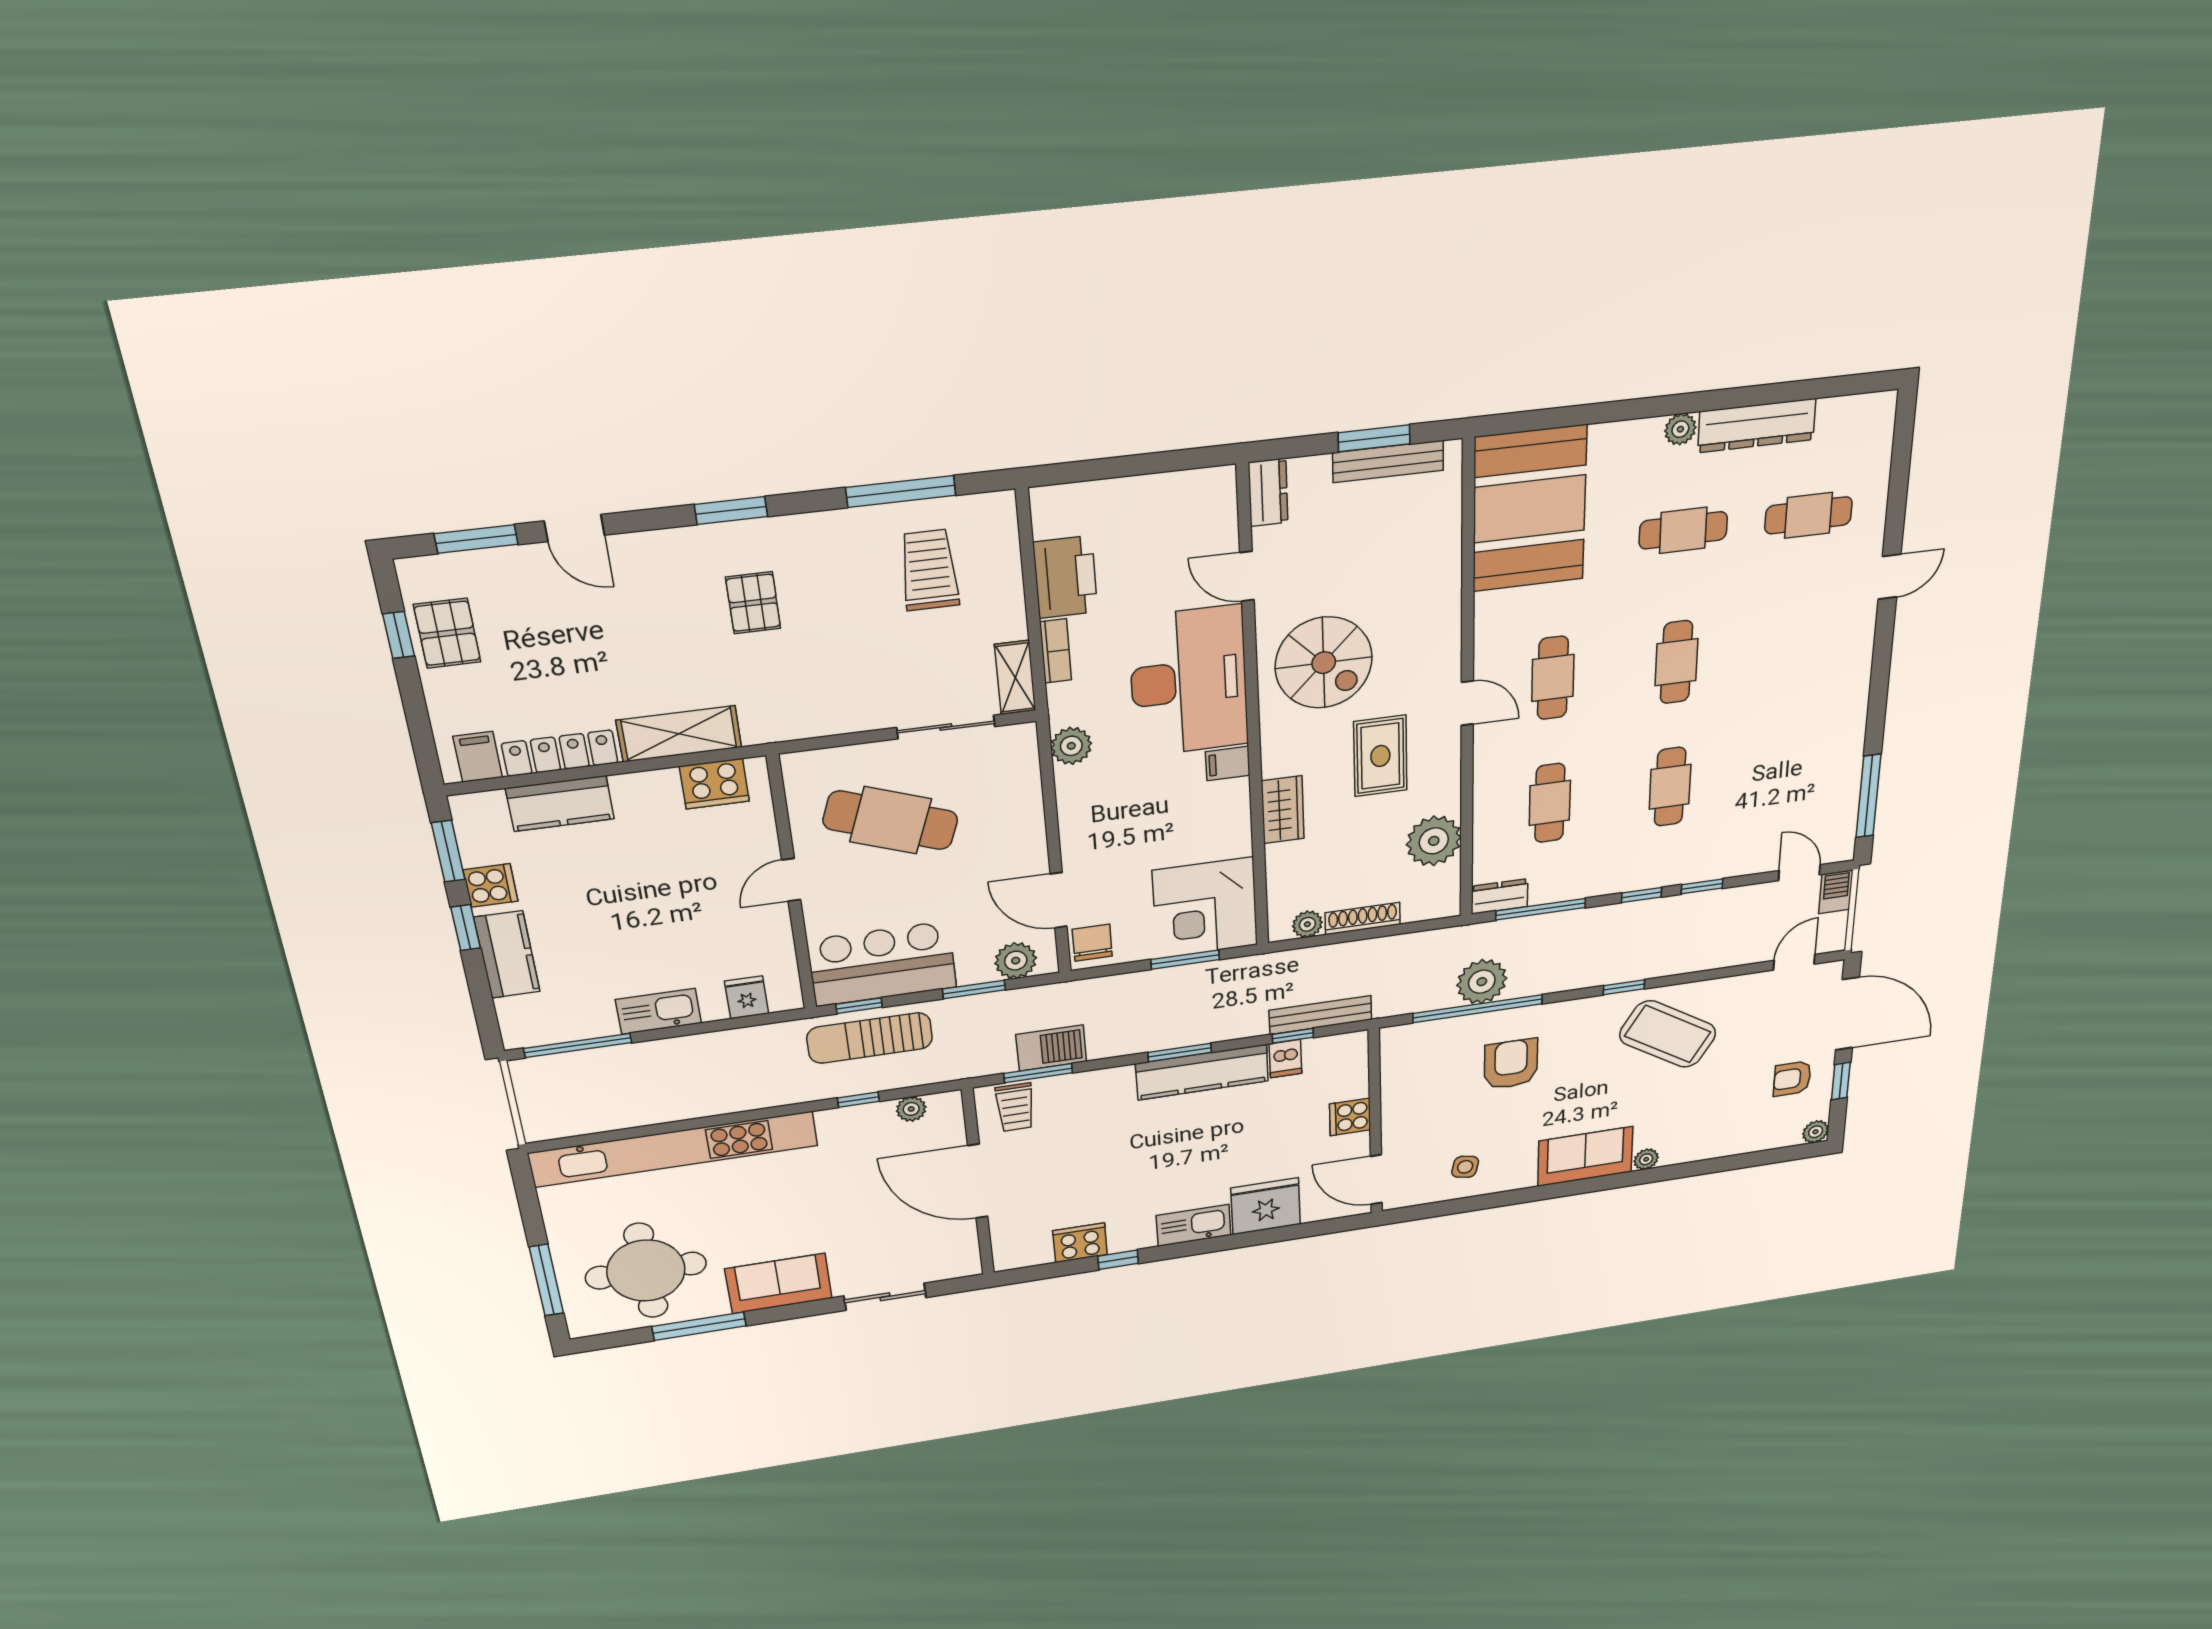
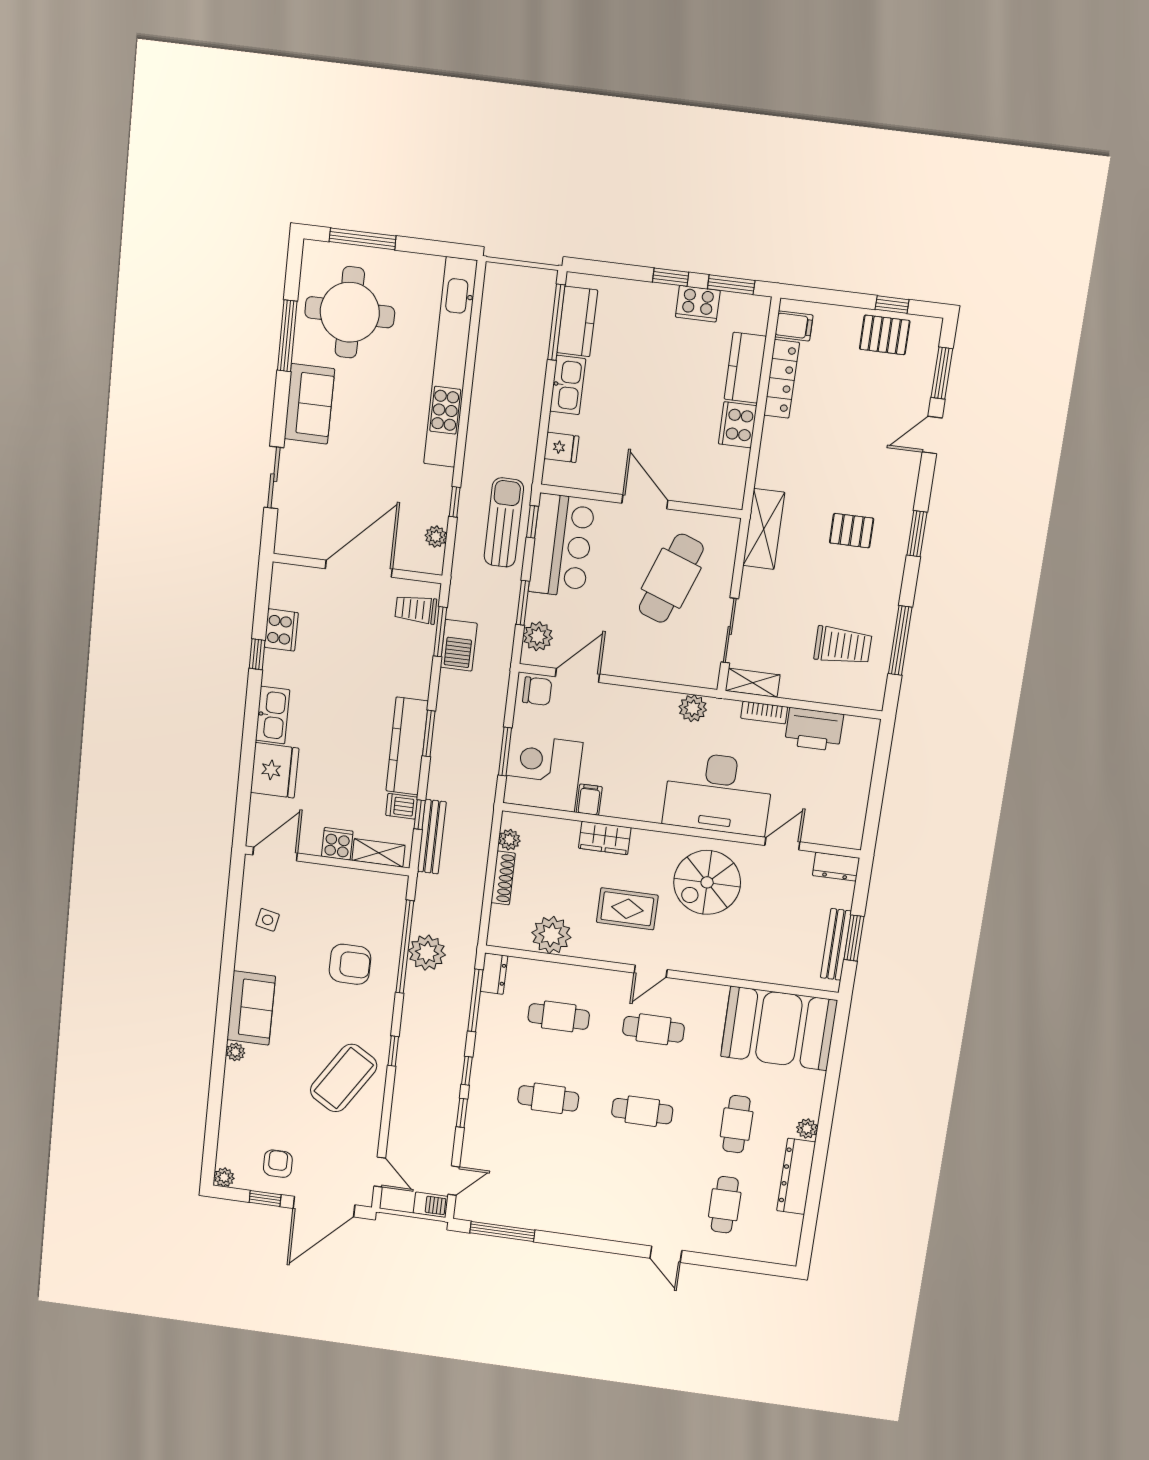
shelving: (679, 734) -> (764, 529), moved
filing cabinet: (1228, 763) -> (589, 800), moved
cooker: (714, 784) -> (738, 425), moved
door: (791, 880) -> (645, 502), width x1.38
cooker: (491, 886) -> (698, 304), width x1.36
kitchen counter: (507, 955) -> (577, 321), moved, turned -90
shelving: (1354, 1069) -> (379, 853), added

